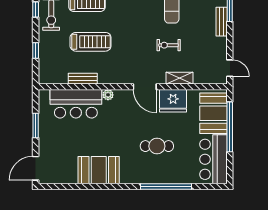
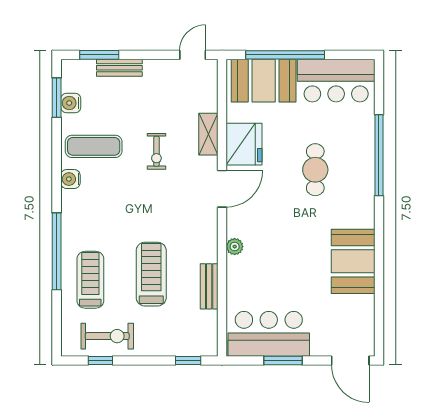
window: (36, 51) -> (188, 361), moved
bar counter: (76, 104) -> (269, 334), moved, turned -90

